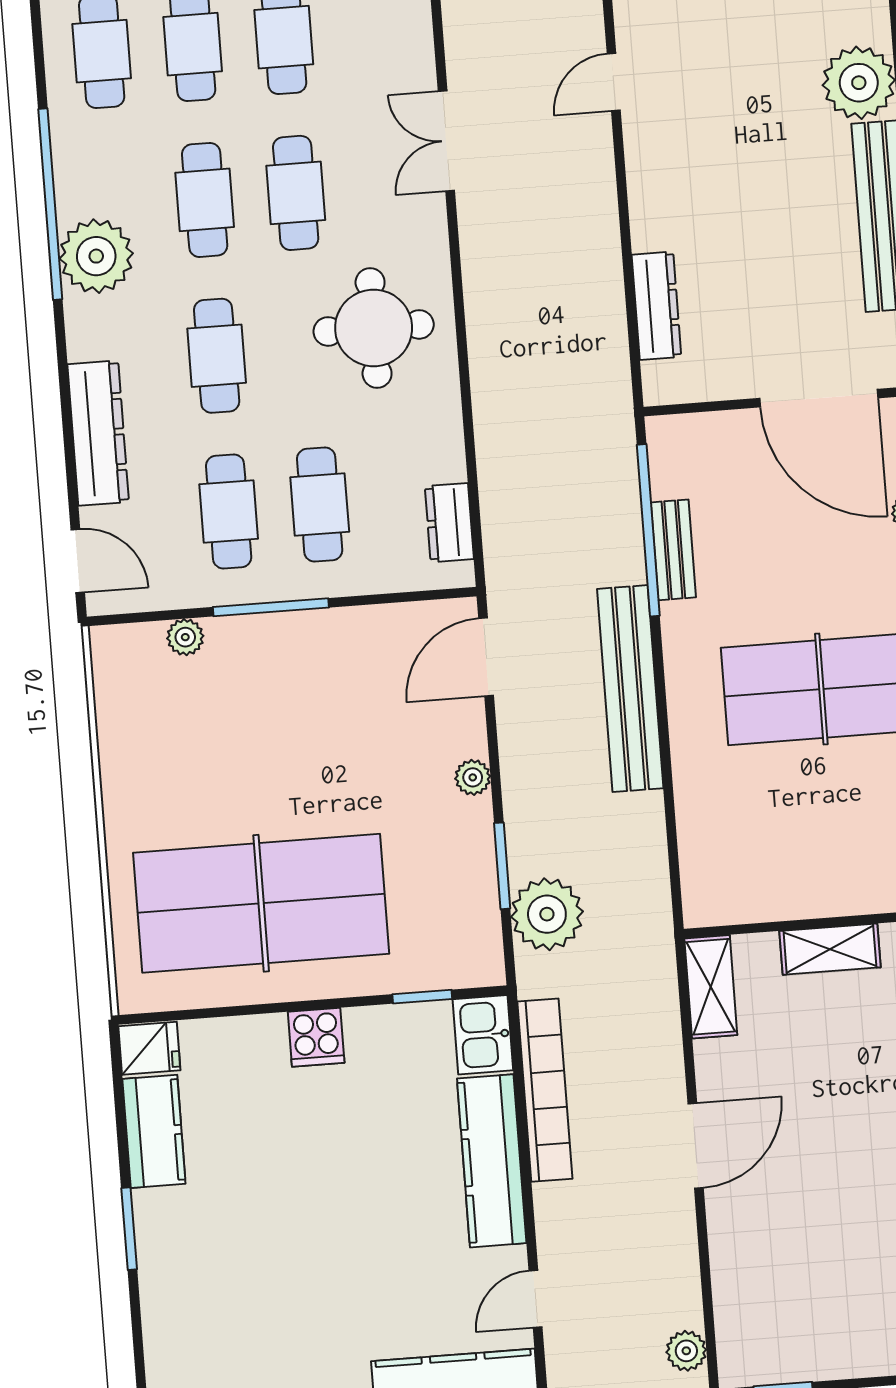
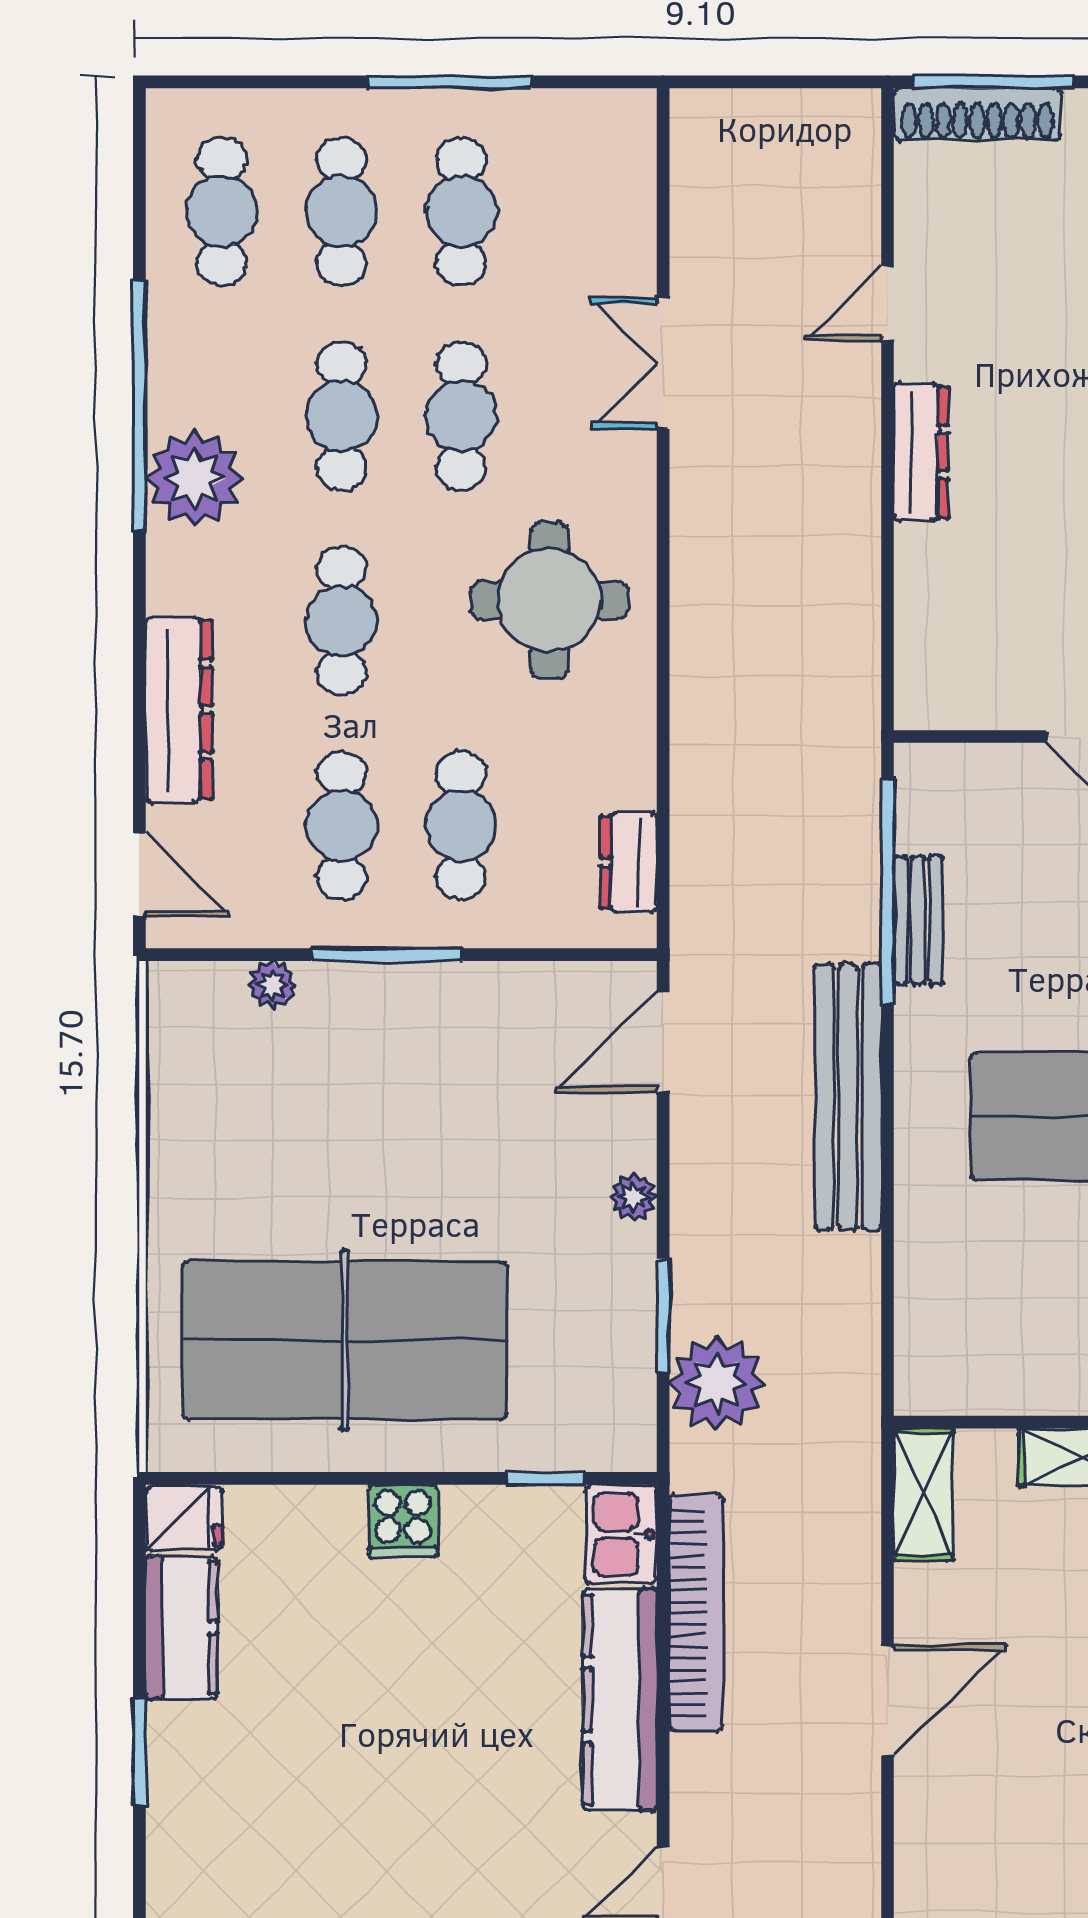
dresser: (656, 306) -> (921, 452), moved

